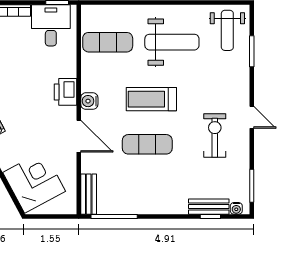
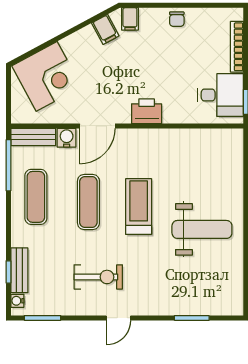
weight bench: (227, 30) -> (215, 291), removed
exercise mat: (108, 42) -> (36, 197), moved
weight bench: (172, 42) -> (202, 229), turned -90
water cooler: (89, 101) -> (67, 138), moved

